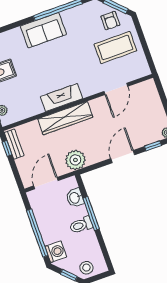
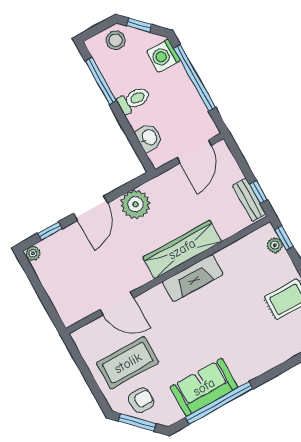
armchair: (110, 21) -> (141, 400), turned 90
sofa: (43, 30) -> (204, 387), moved
door: (116, 89) -> (117, 304), swing flipped
plant: (75, 160) -> (135, 204), moved
window: (91, 213) -> (101, 81), moved

